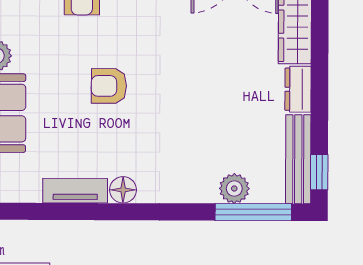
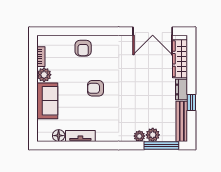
window: (319, 172) -> (191, 103), moved
floor lamp: (123, 190) -> (59, 136), moved
plant: (205, 191) -> (139, 136), added

